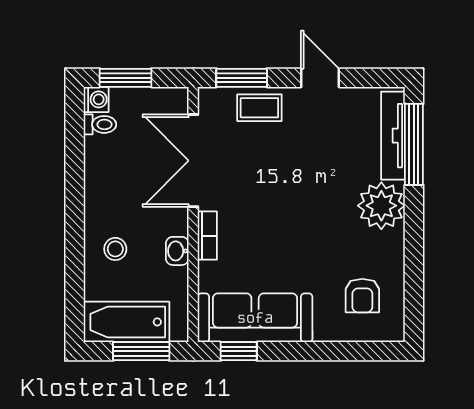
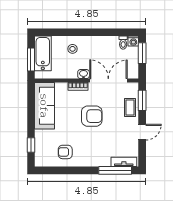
tv unit: (393, 136) -> (124, 162), width x0.71
armchair: (281, 202) -> (92, 116), added
plant: (381, 206) -> (90, 157), removed
washbasin: (177, 251) -> (84, 74), moved
armchair: (362, 296) -> (65, 152), moved
window: (239, 351) -> (31, 145), moved

